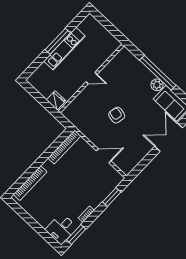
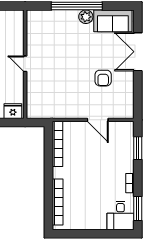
door: (92, 78) -> (25, 64), swing flipped
armchair: (117, 115) -> (103, 78), moved, turned -102
door: (104, 156) -> (98, 120), swing flipped

